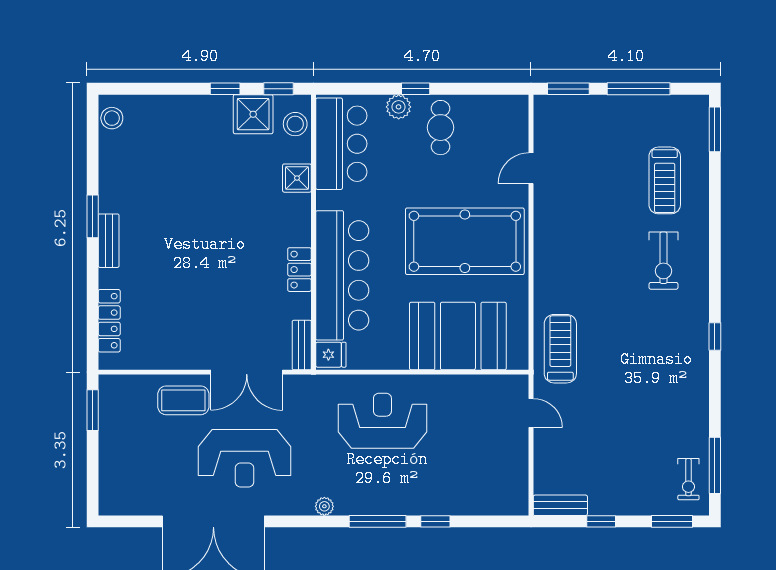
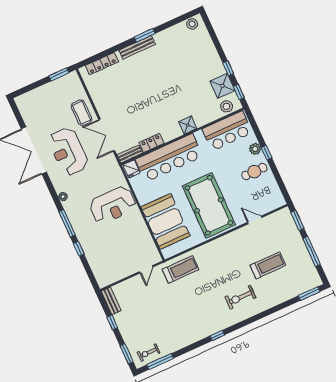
shower: (297, 178) -> (188, 125), moved
treadmill: (665, 180) -> (268, 265), moved, turned 180
bench: (109, 241) -> (137, 47), width x1.36
locker: (299, 270) -> (152, 143), moved
reception desk: (382, 421) -> (113, 205), turned 90

